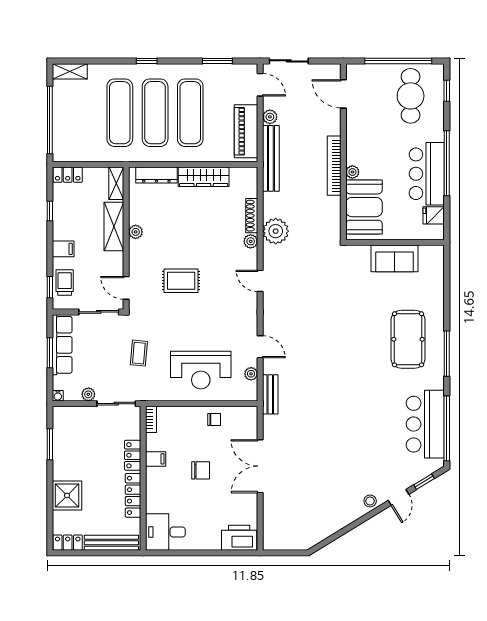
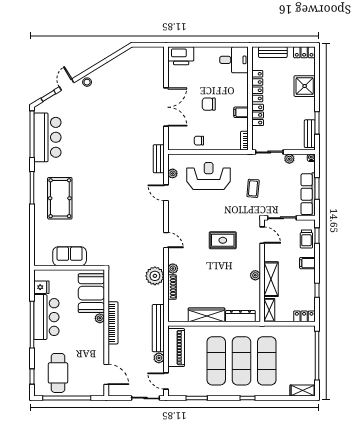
bench: (60, 429) -> (310, 134), added
bench: (111, 543) -> (273, 52), width x0.73

